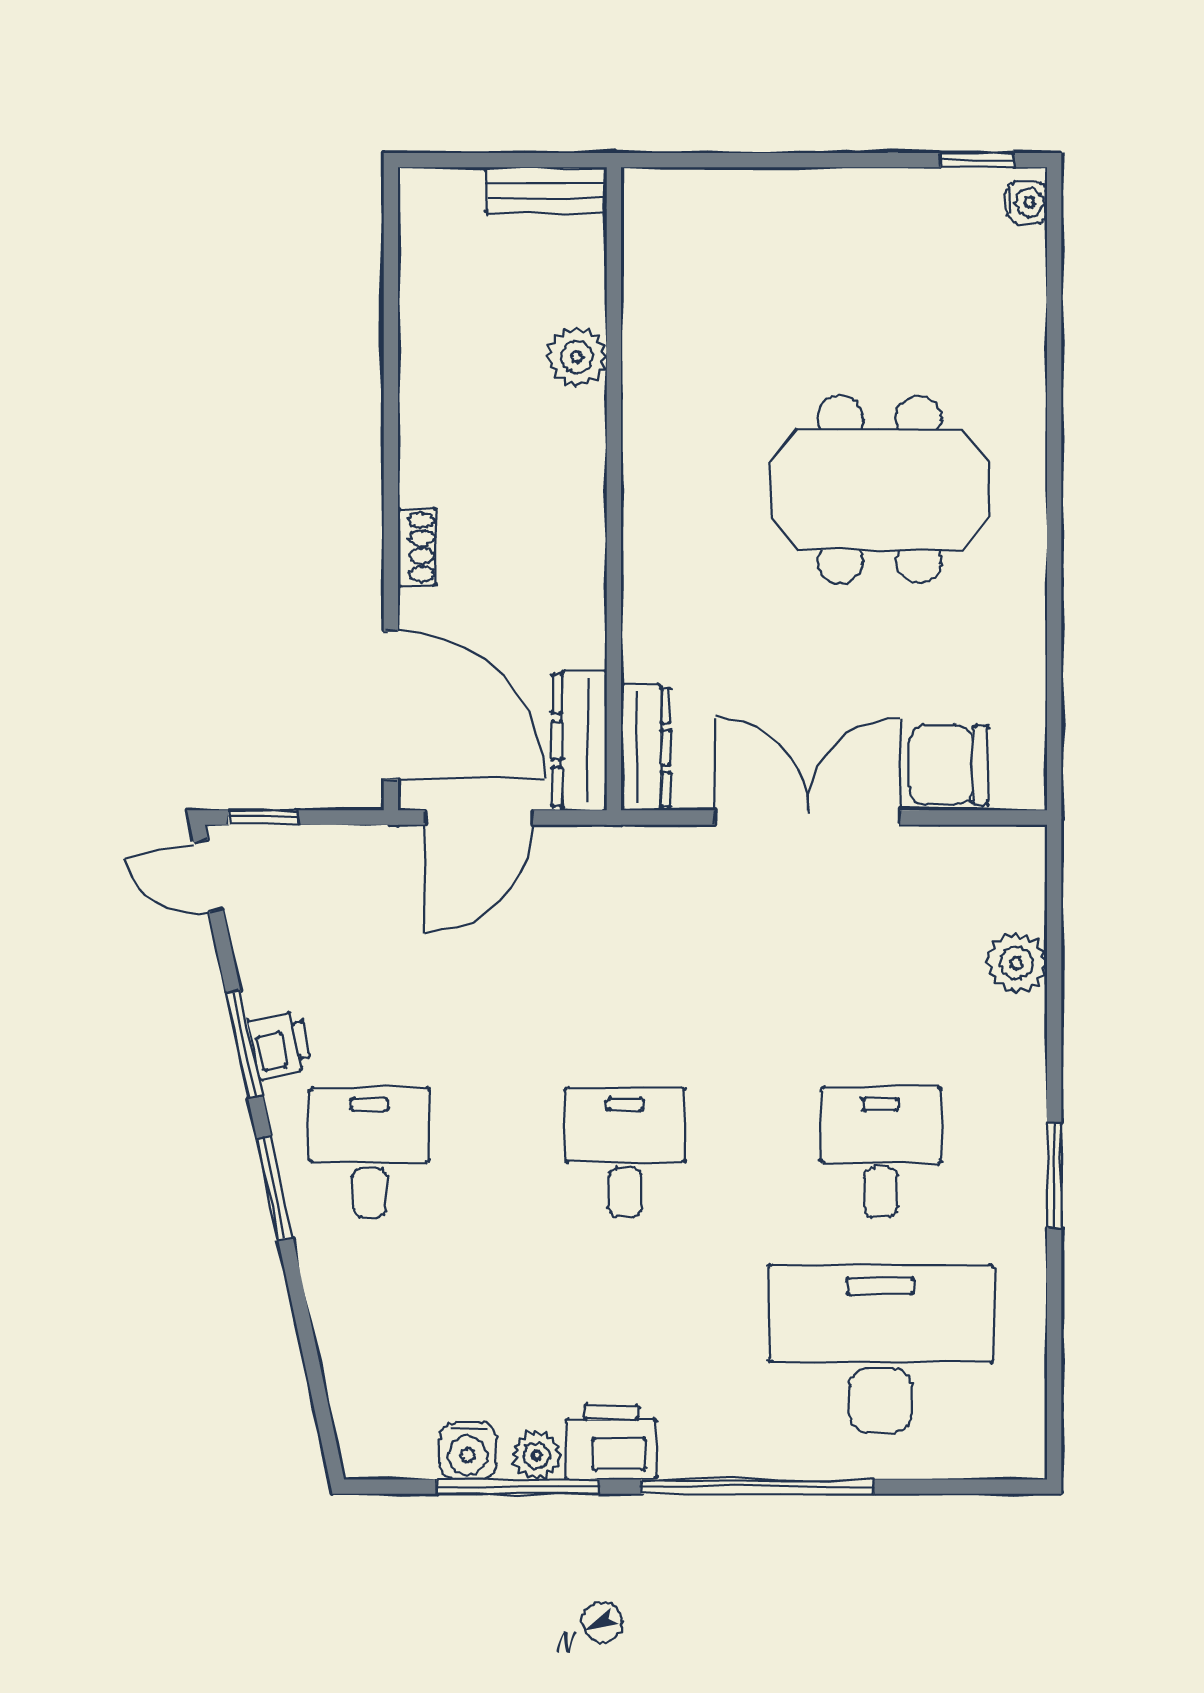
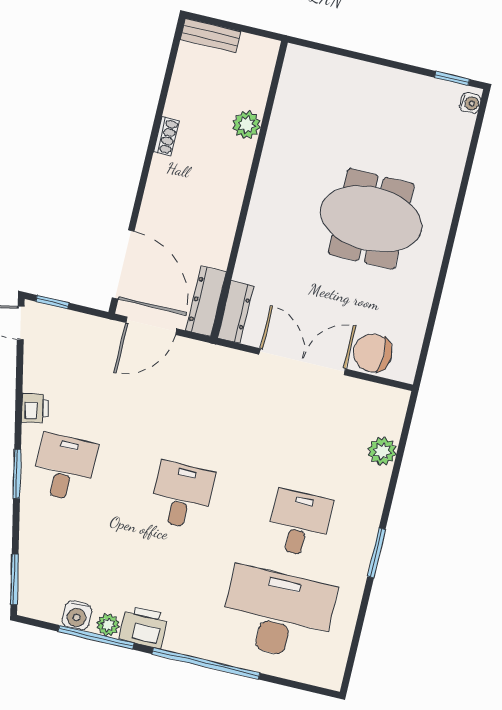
bench: (546, 190) -> (211, 35), moved
shoe rack: (417, 547) -> (166, 136), moved
window: (244, 1044) -> (14, 579), moved

